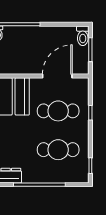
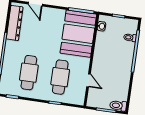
door: (57, 76) -> (89, 80), width x0.53

